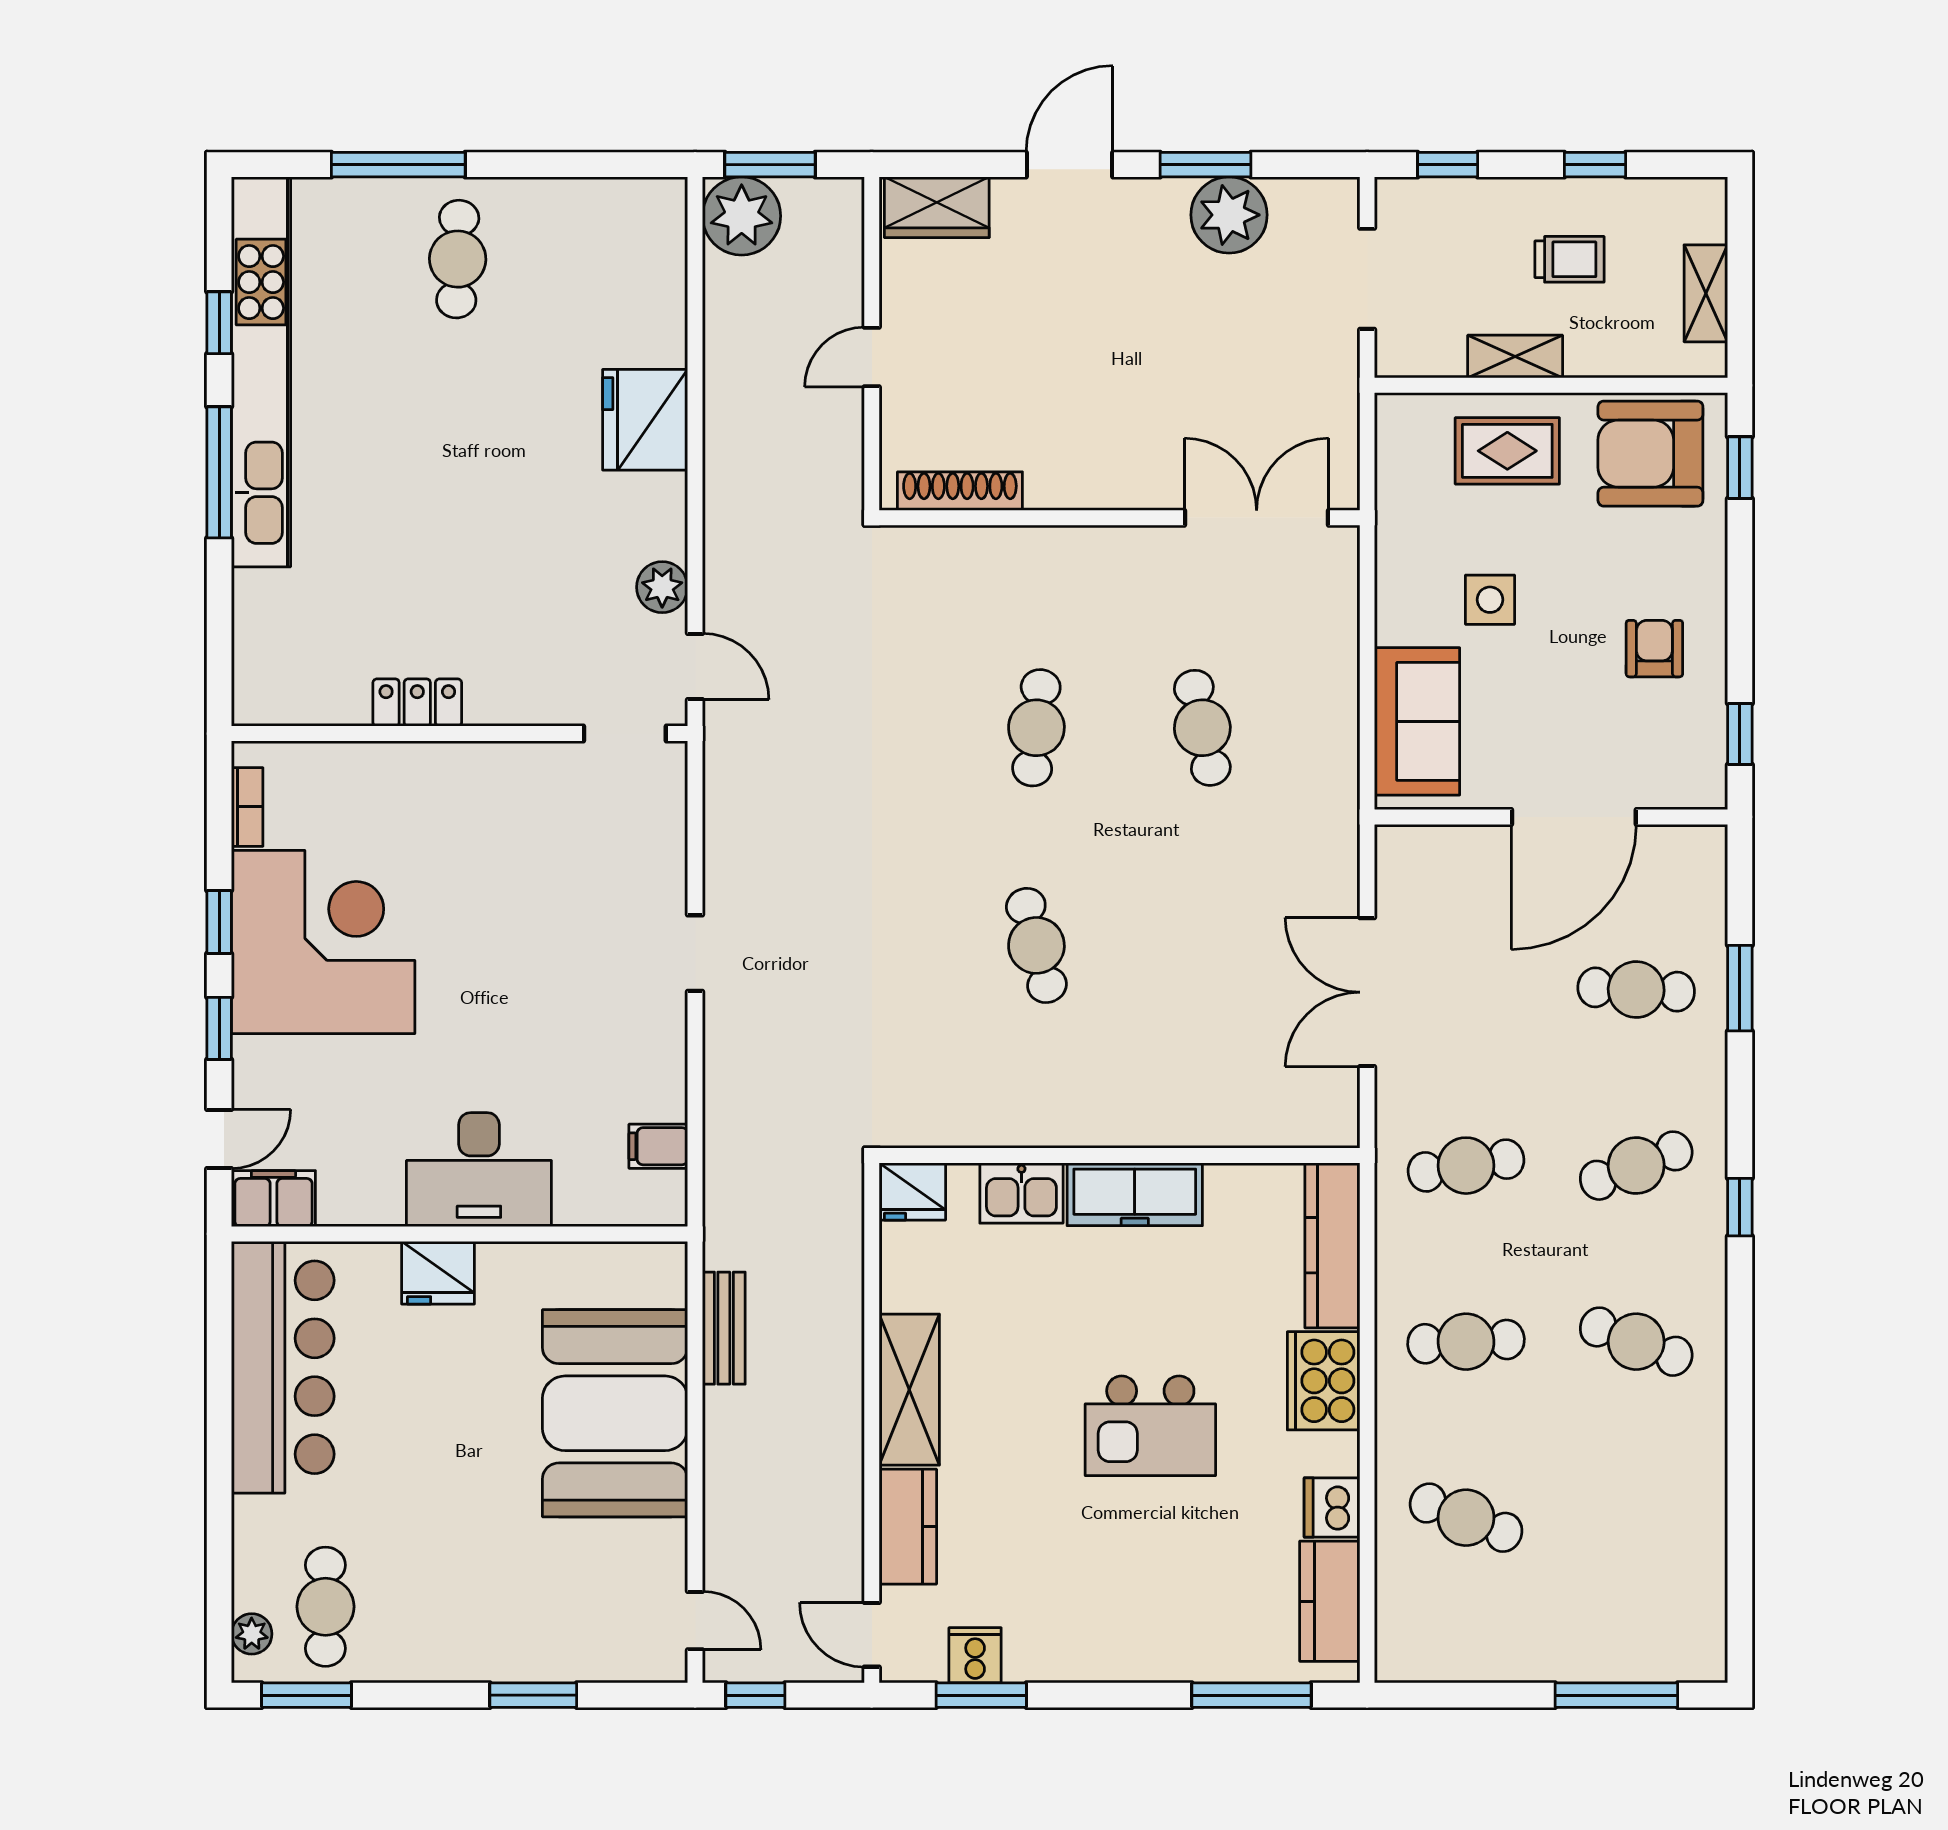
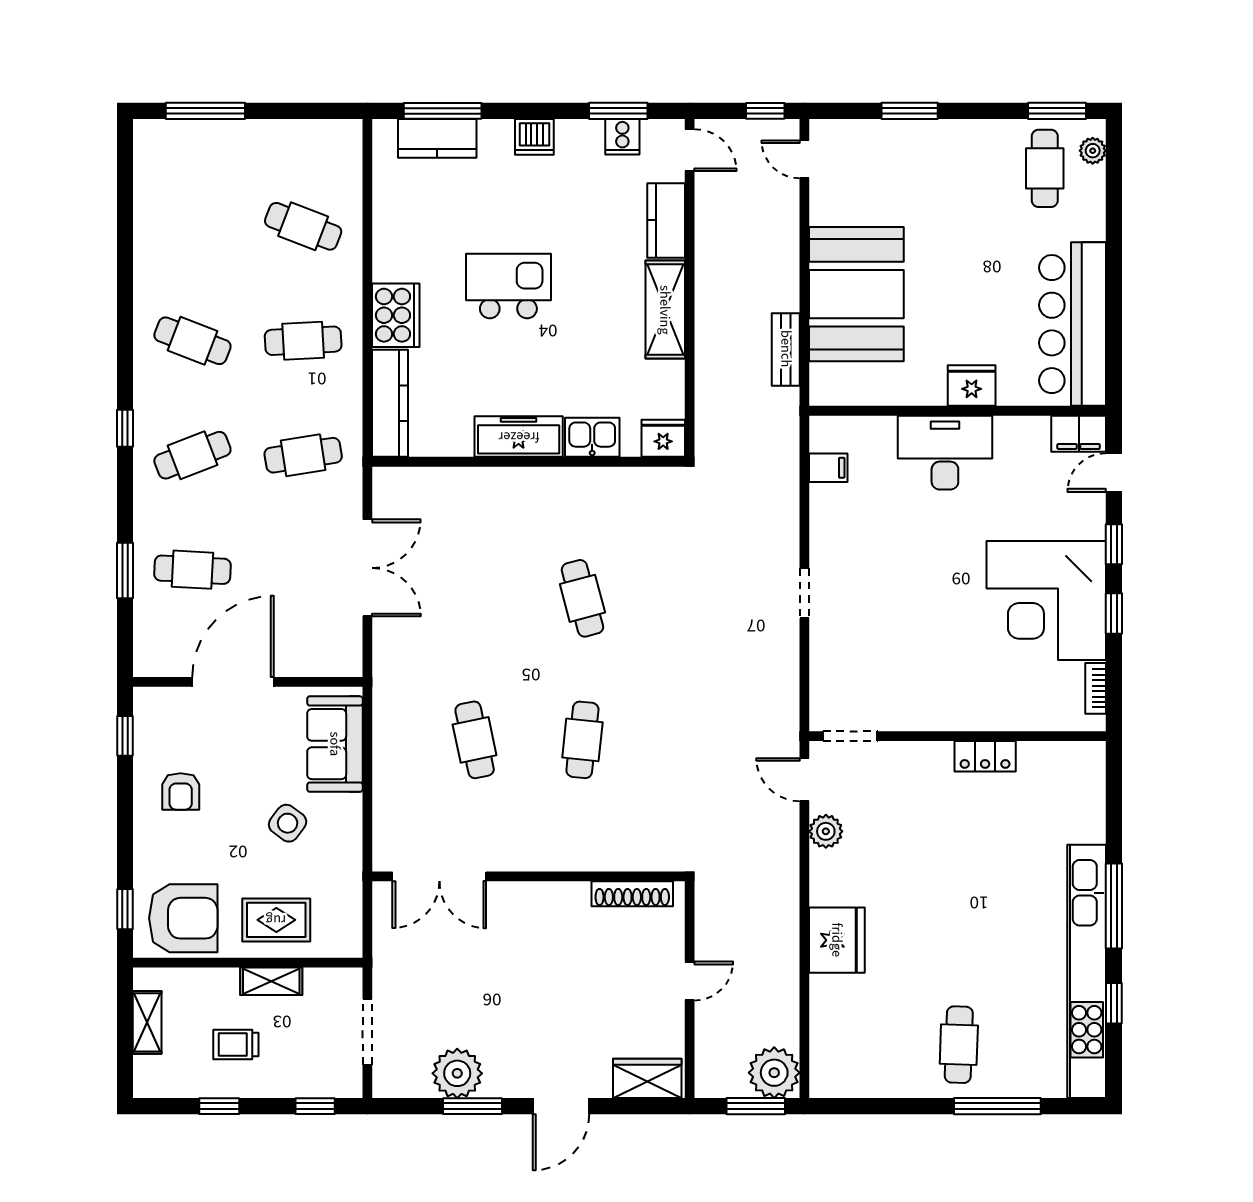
side table: (1490, 600) -> (288, 823), turned 37
dishwasher: (1332, 1507) -> (534, 137), moved, turned 90
kitchen counter: (1330, 1601) -> (437, 138), moved, turned 90

